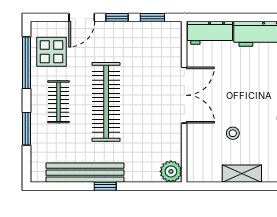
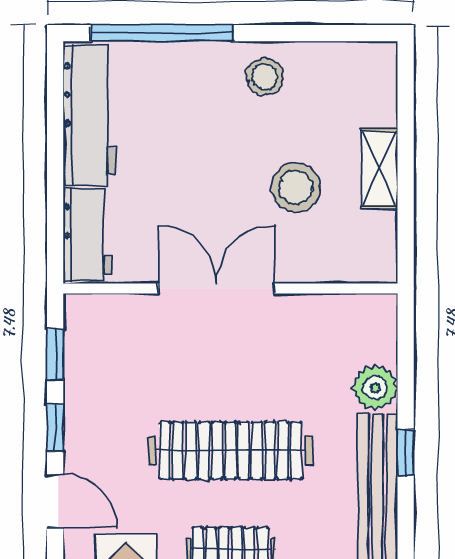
stool: (233, 133) -> (296, 187), width x1.89, depth x1.89
plant: (171, 171) -> (375, 388), moved

